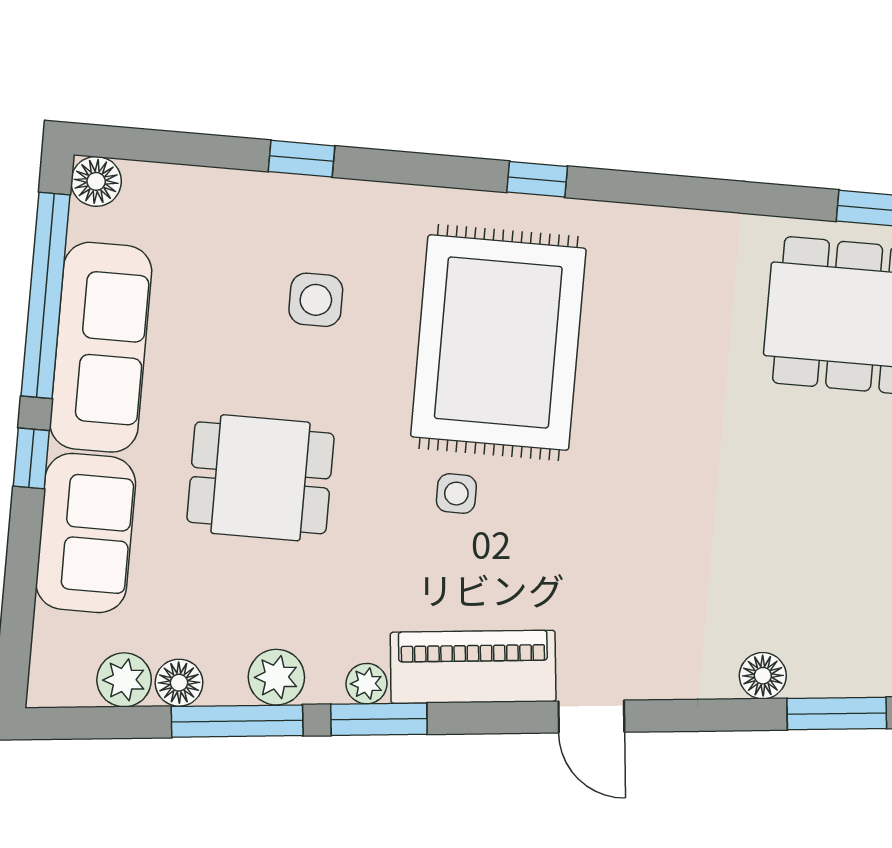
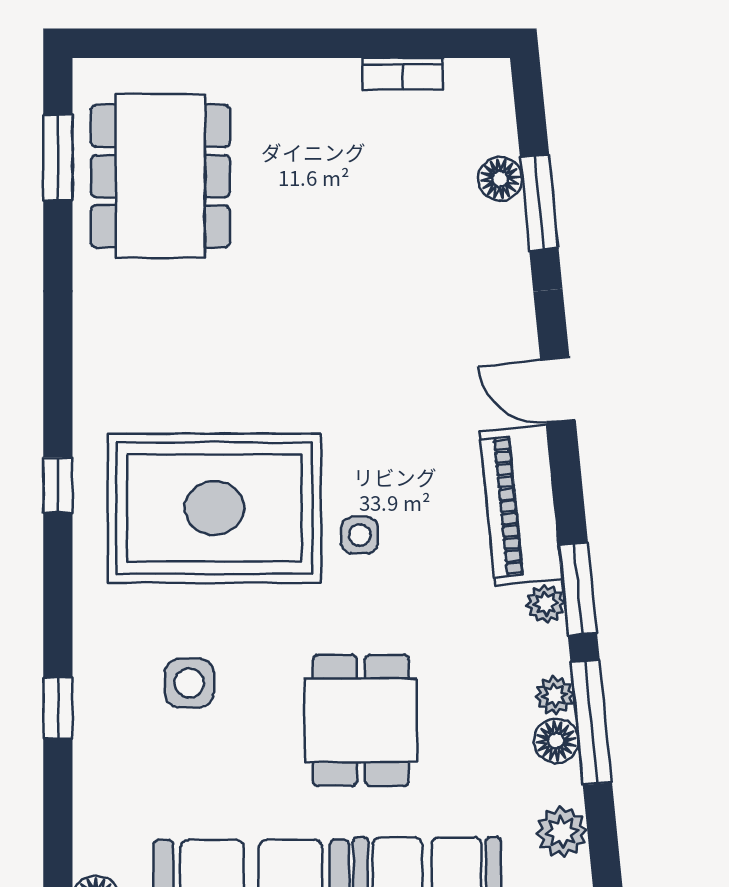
floor lamp: (763, 676) -> (500, 179), moved
plant: (276, 677) -> (555, 695), width x0.73, depth x0.73
floor lamp: (179, 683) -> (556, 741), moved
window: (837, 714) -> (539, 203), moved
door: (591, 717) -> (558, 390), swing flipped

